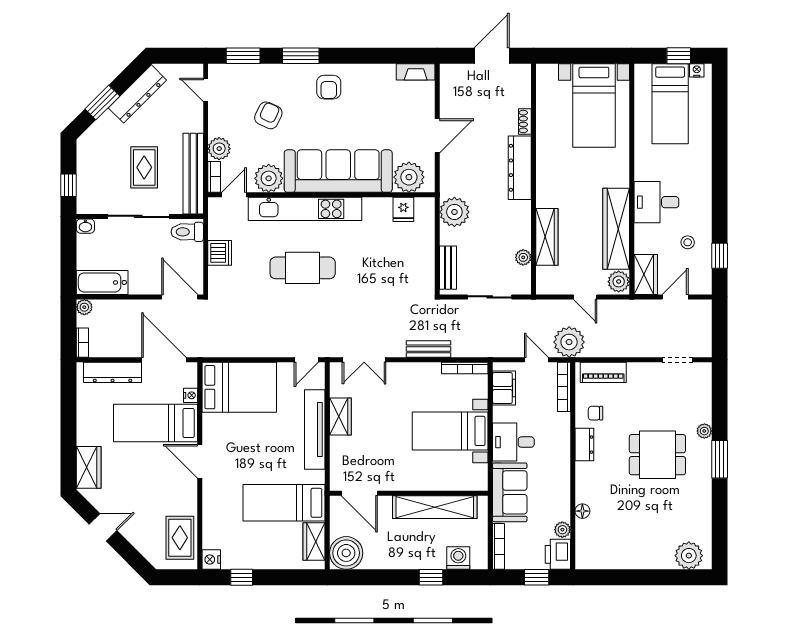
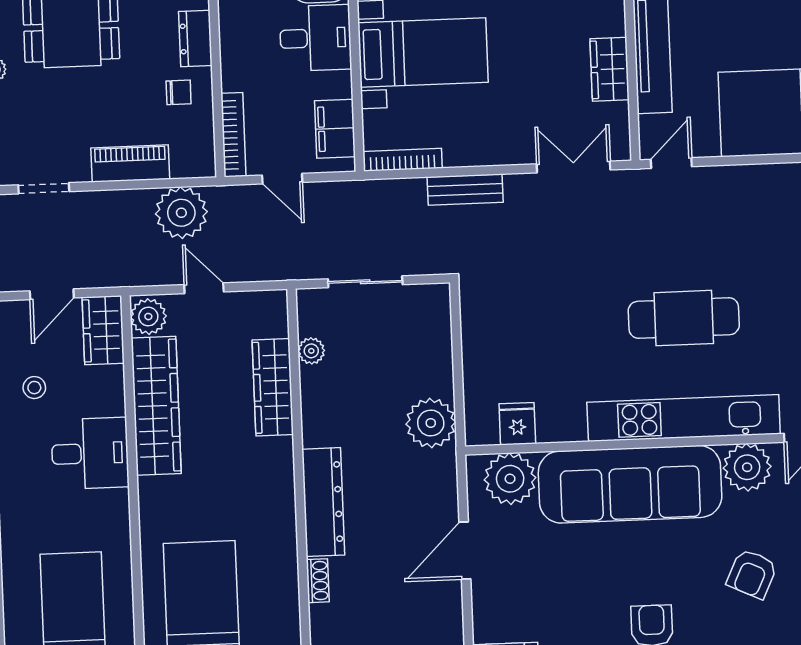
bench: (448, 268) -> (438, 328), removed
plant: (569, 342) -> (181, 213), moved
piano: (603, 372) -> (130, 163), moved

